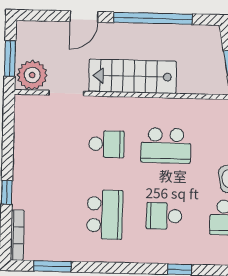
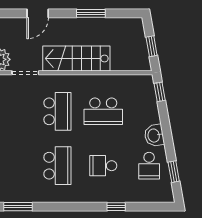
window: (153, 18) -> (91, 13), width x0.47
school desk: (107, 144) -> (57, 111), width x1.85

